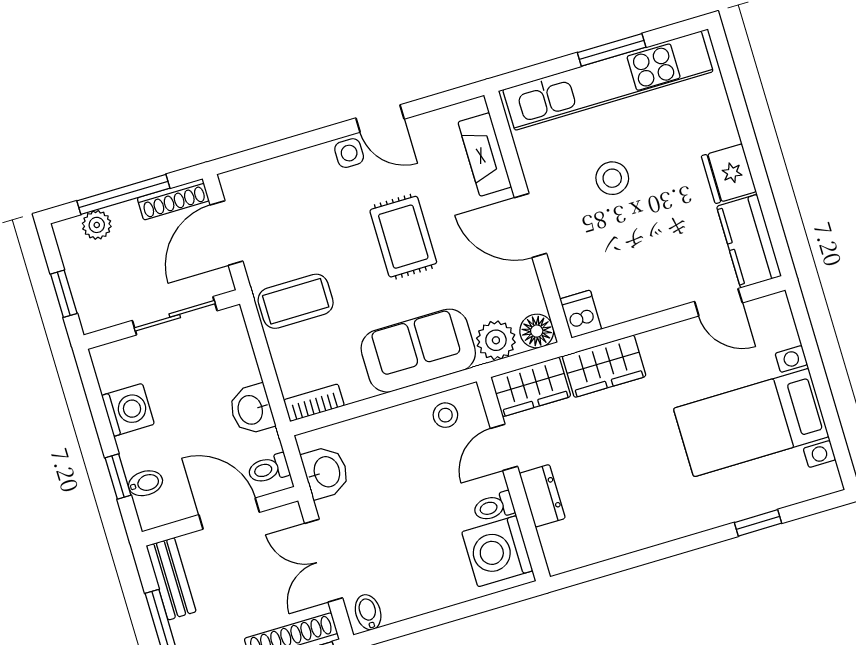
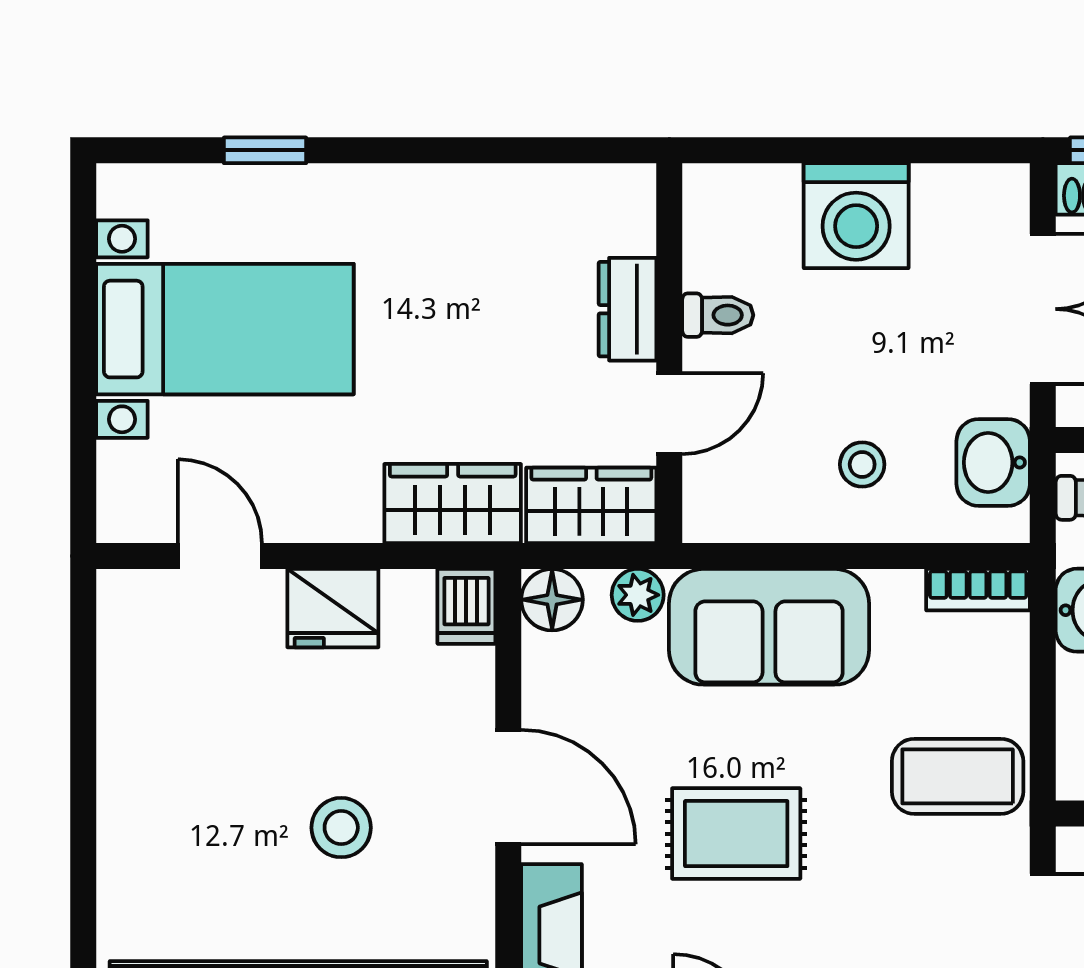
fridge: (729, 174) -> (333, 608), moved, turned 90
rug: (403, 237) -> (736, 834), turned 90
kitchen counter: (749, 241) -> (135, 647), removed
plant: (496, 340) -> (638, 595), width x0.73, depth x0.73
stool: (445, 415) -> (862, 464), moved
washing machine: (497, 551) -> (856, 216), moved, turned 90
bidet: (368, 612) -> (992, 196), removed

